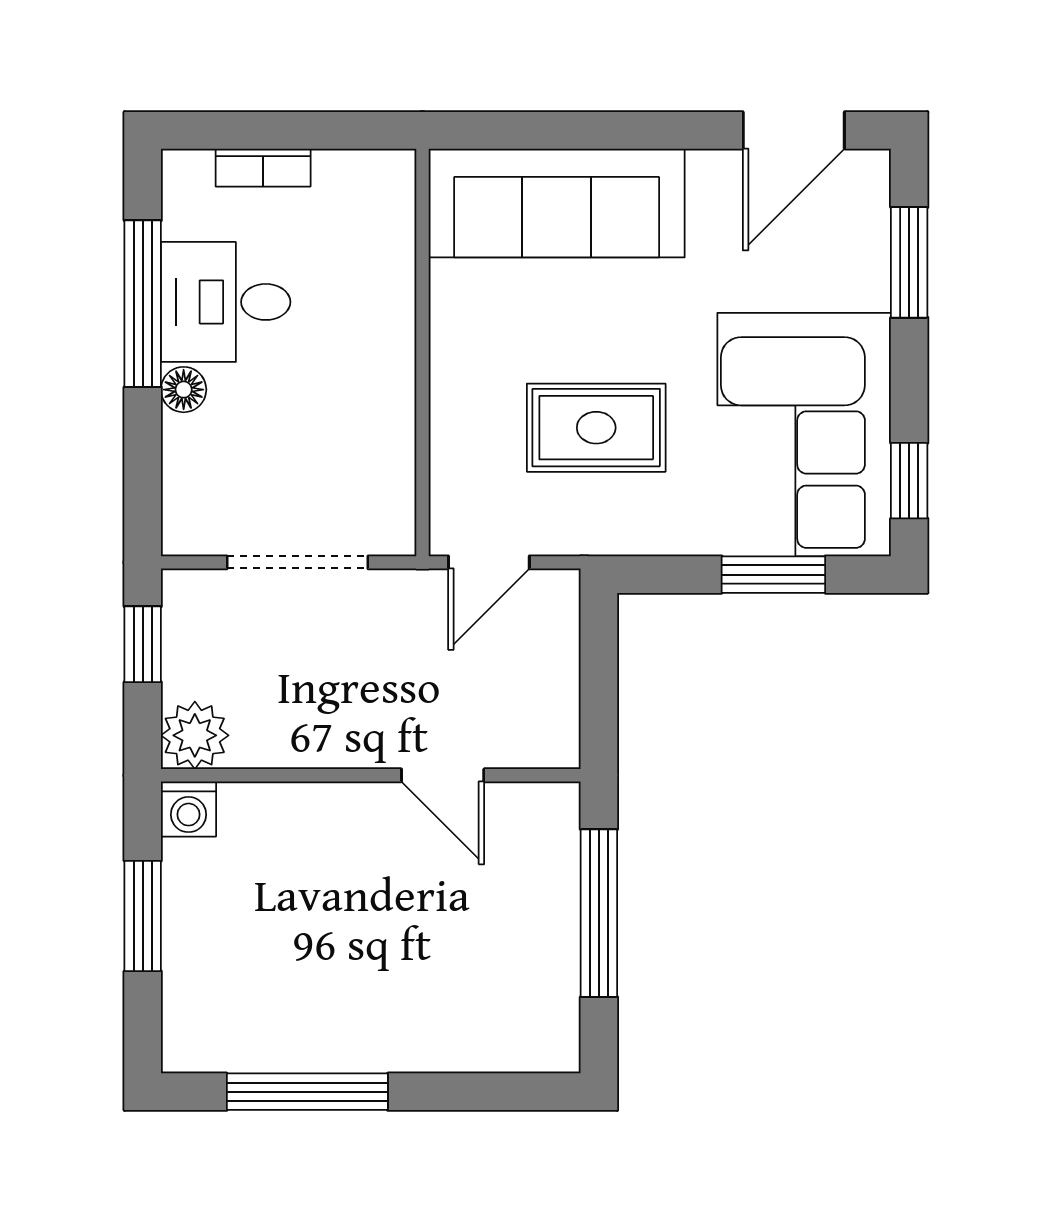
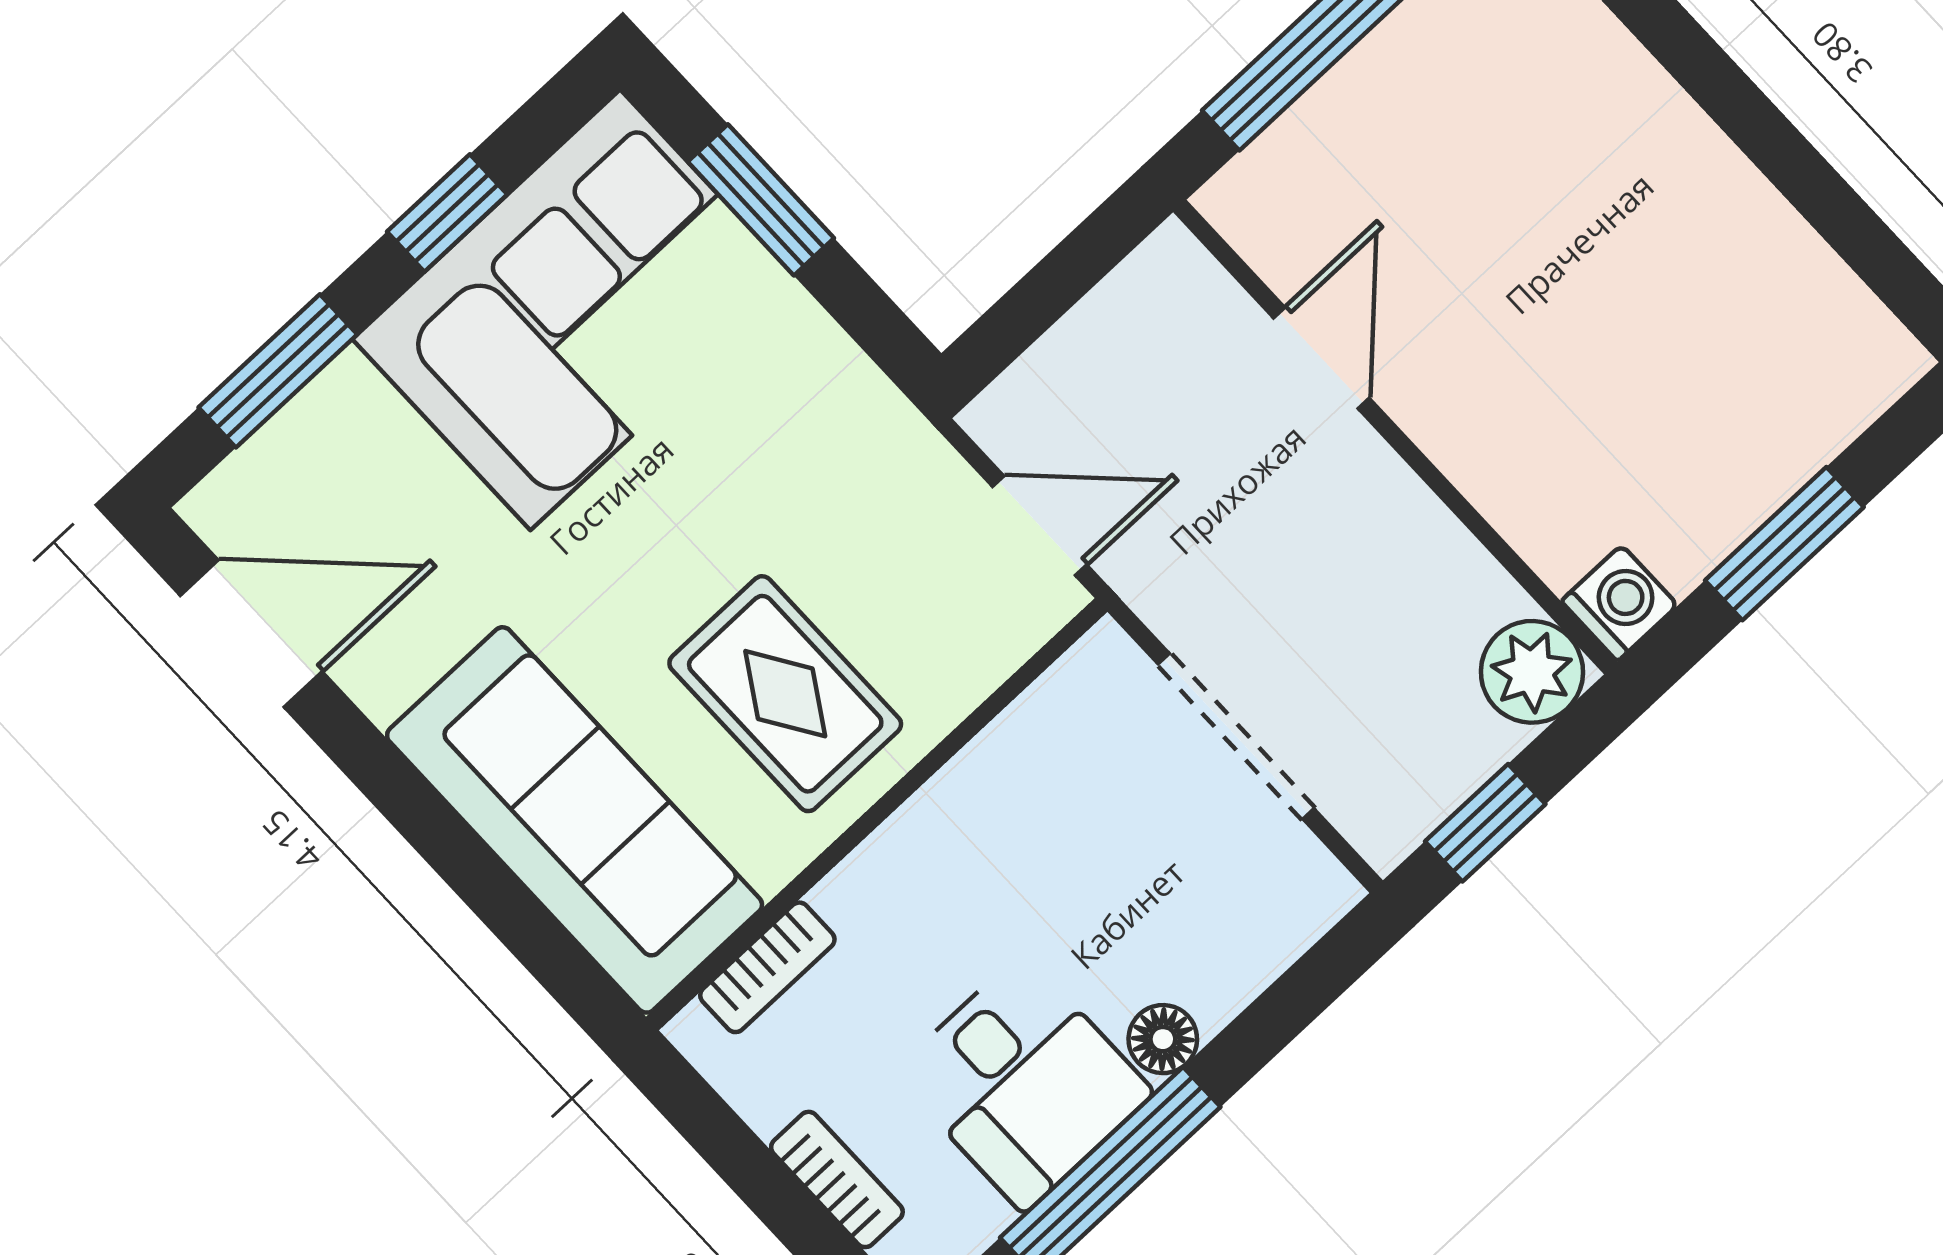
bookcase: (398, 230) -> (767, 967), added
rug: (596, 428) -> (785, 694), moved
window: (909, 481) -> (447, 213), moved
window: (307, 1092) -> (1809, 182), removed

